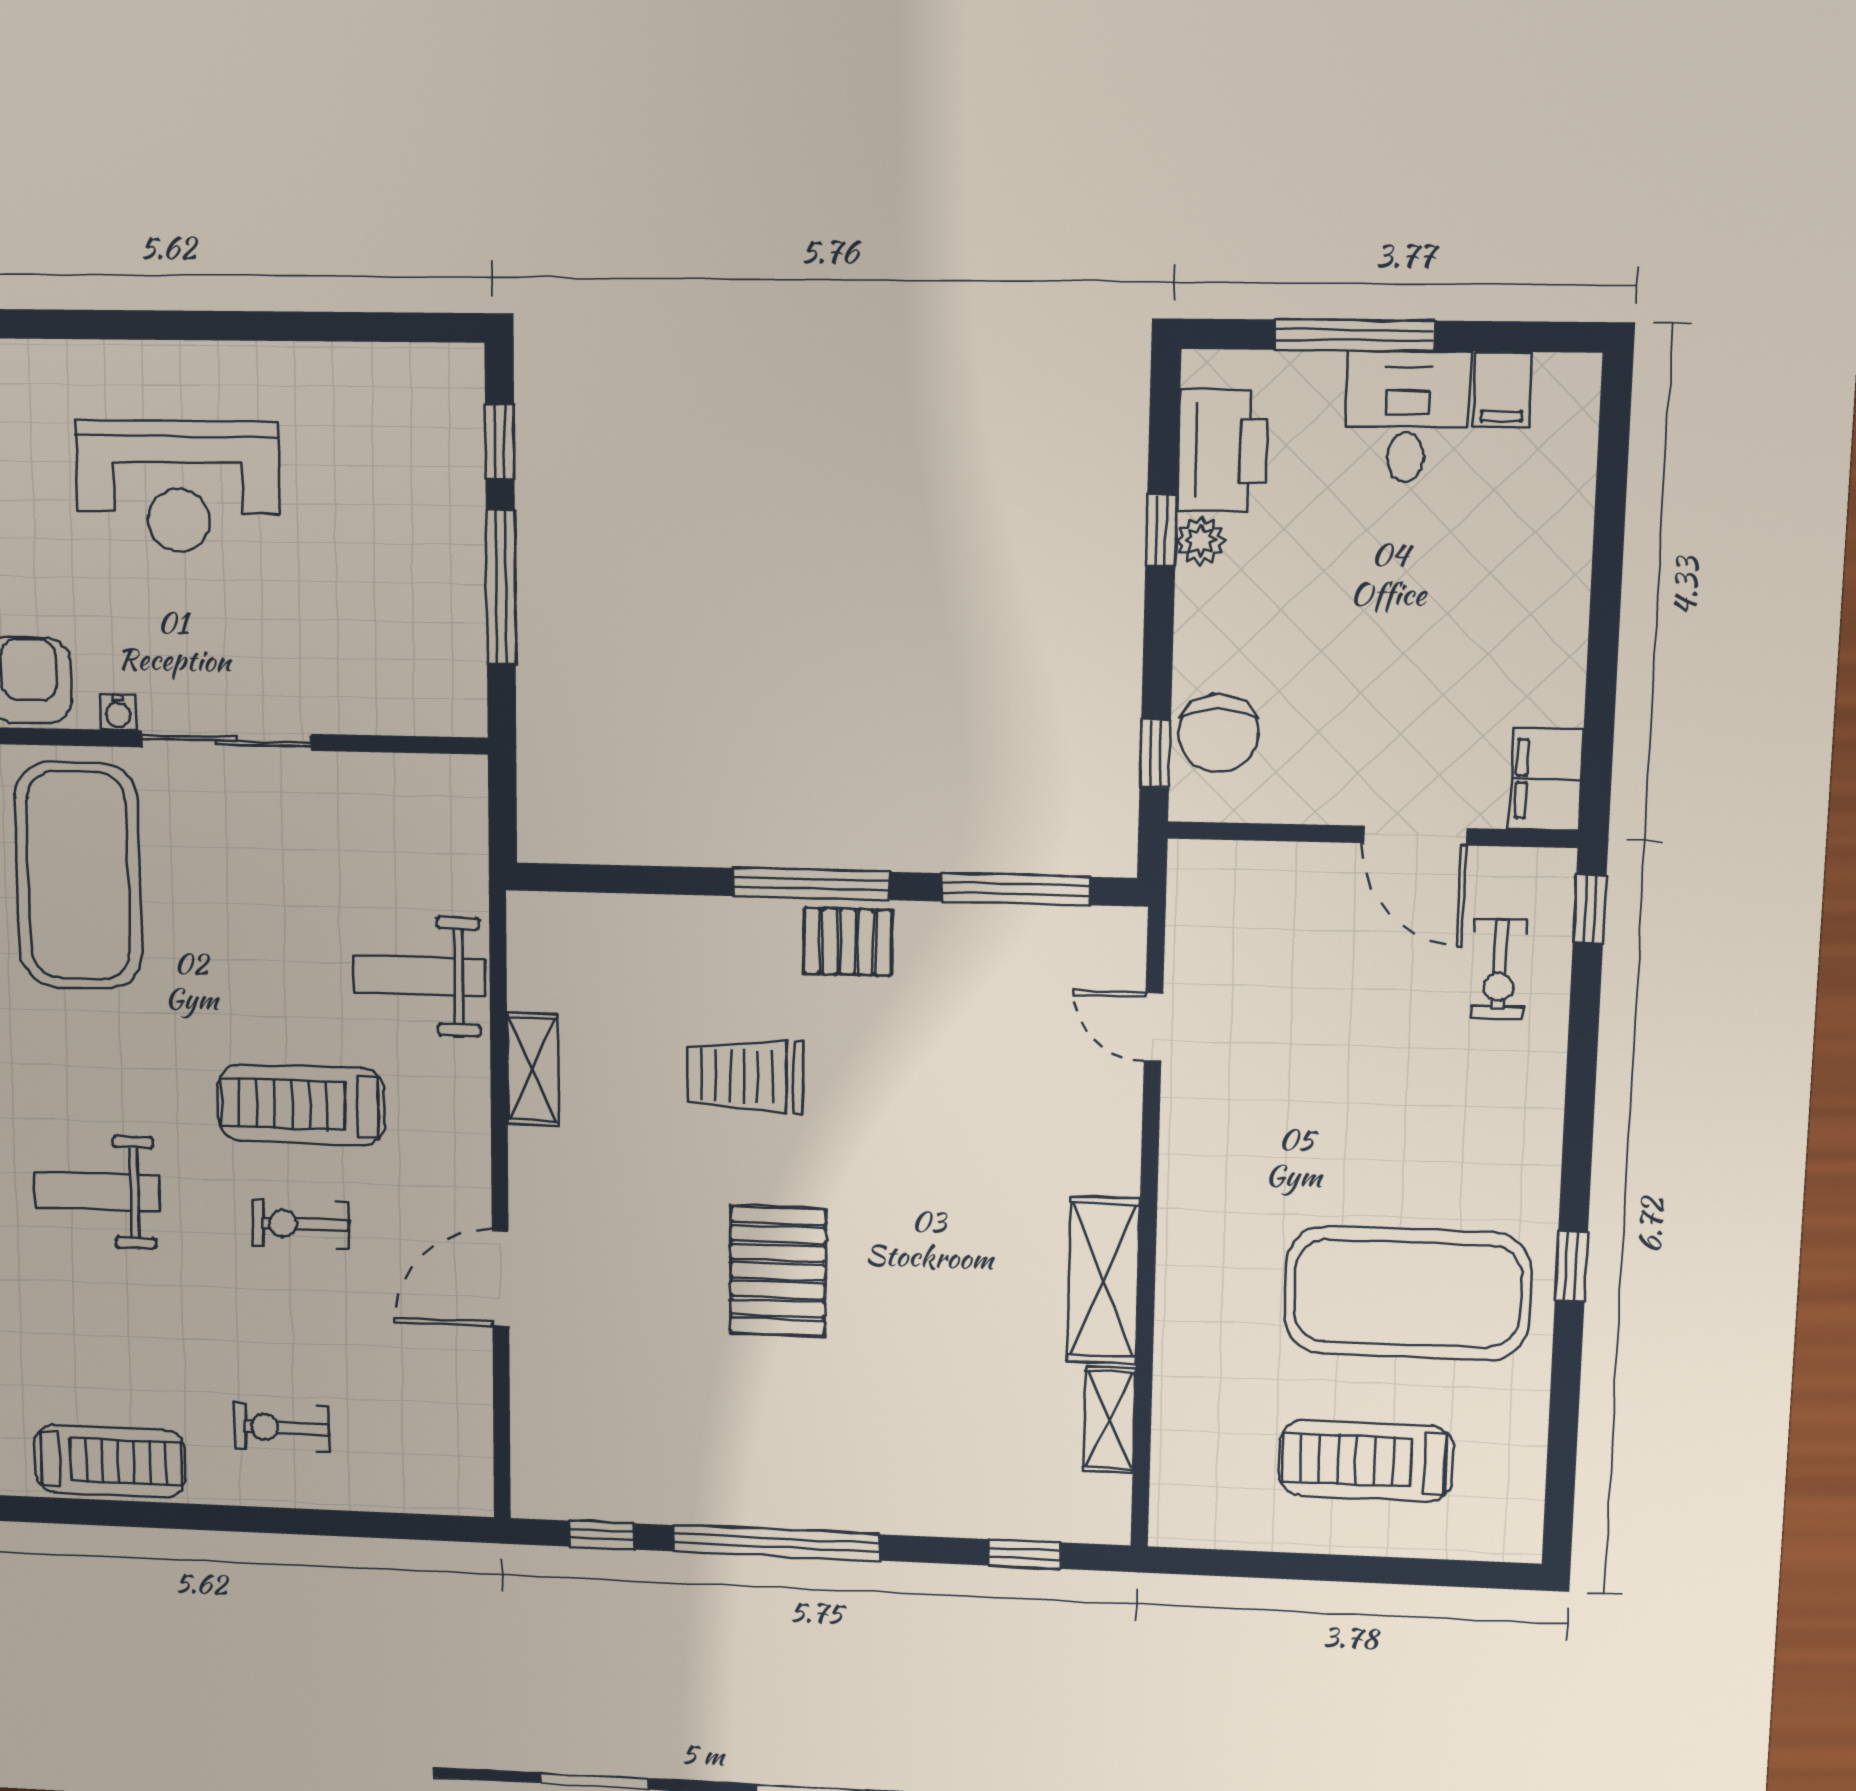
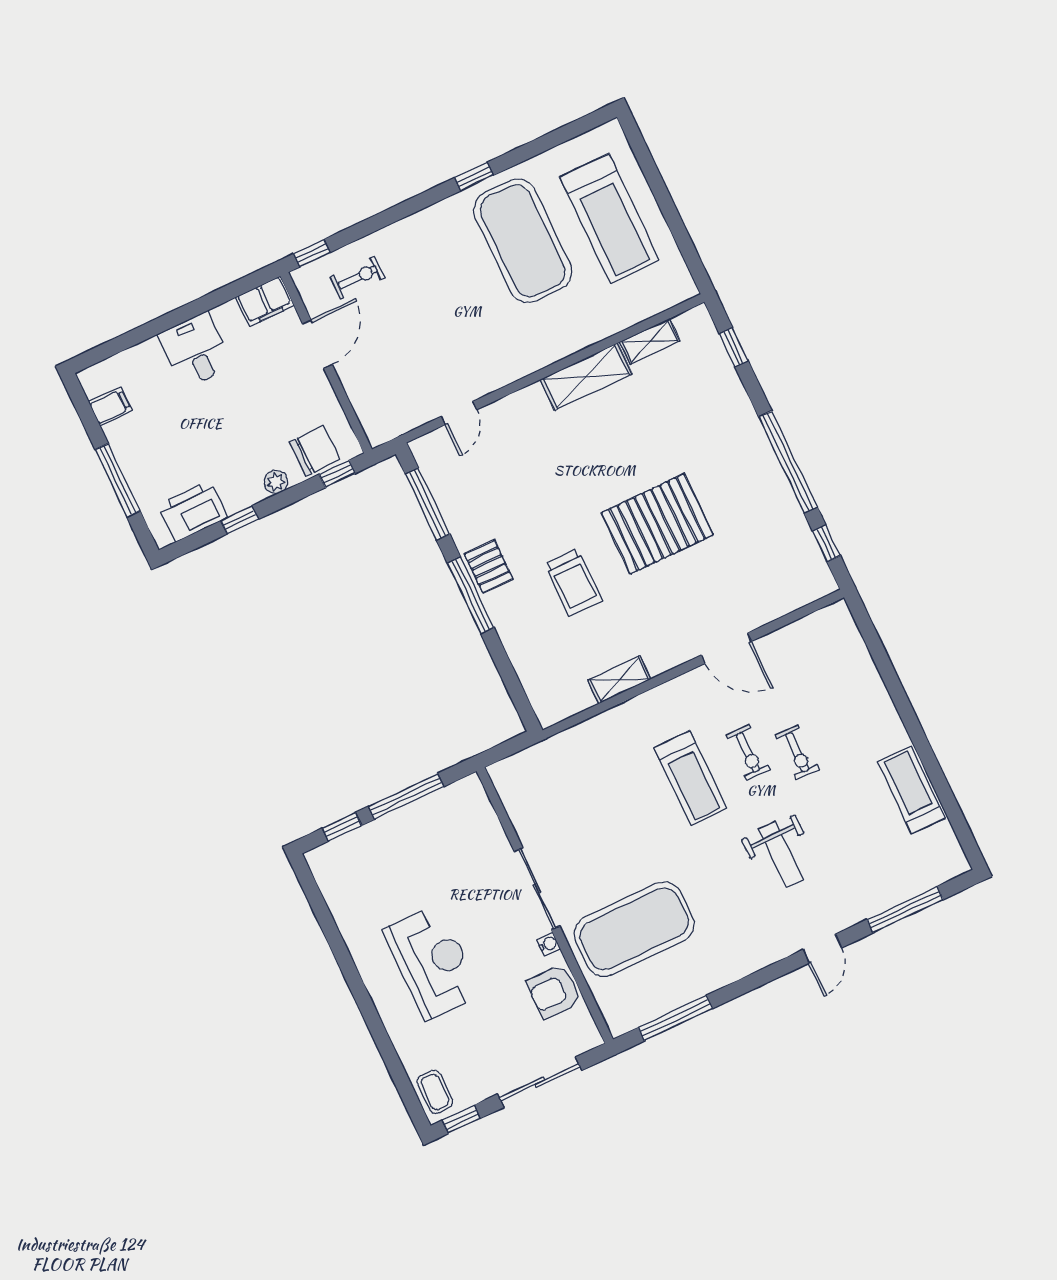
desk: (1407, 417) -> (195, 350), moved, turned 90
plant: (1201, 541) -> (276, 482), moved
weight bench: (419, 976) -> (602, 751), removed
pallet: (778, 1271) -> (657, 524), width x1.37, depth x1.41
exercise bike: (281, 1428) -> (797, 752), moved
treadmill: (1366, 1461) -> (610, 219), width x1.37, depth x1.38

